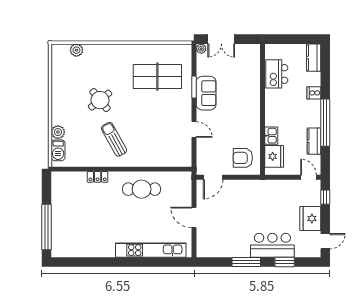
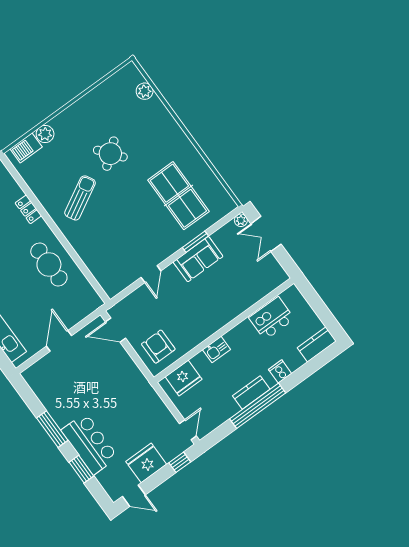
kitchen sink: (271, 136) -> (217, 350), moved
kitchen counter: (314, 141) -> (251, 392), moved

